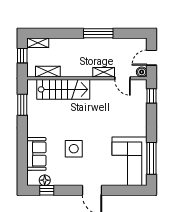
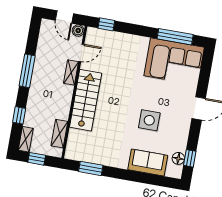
window: (58, 33) -> (19, 115), added
stairs: (63, 89) -> (86, 100), moved

